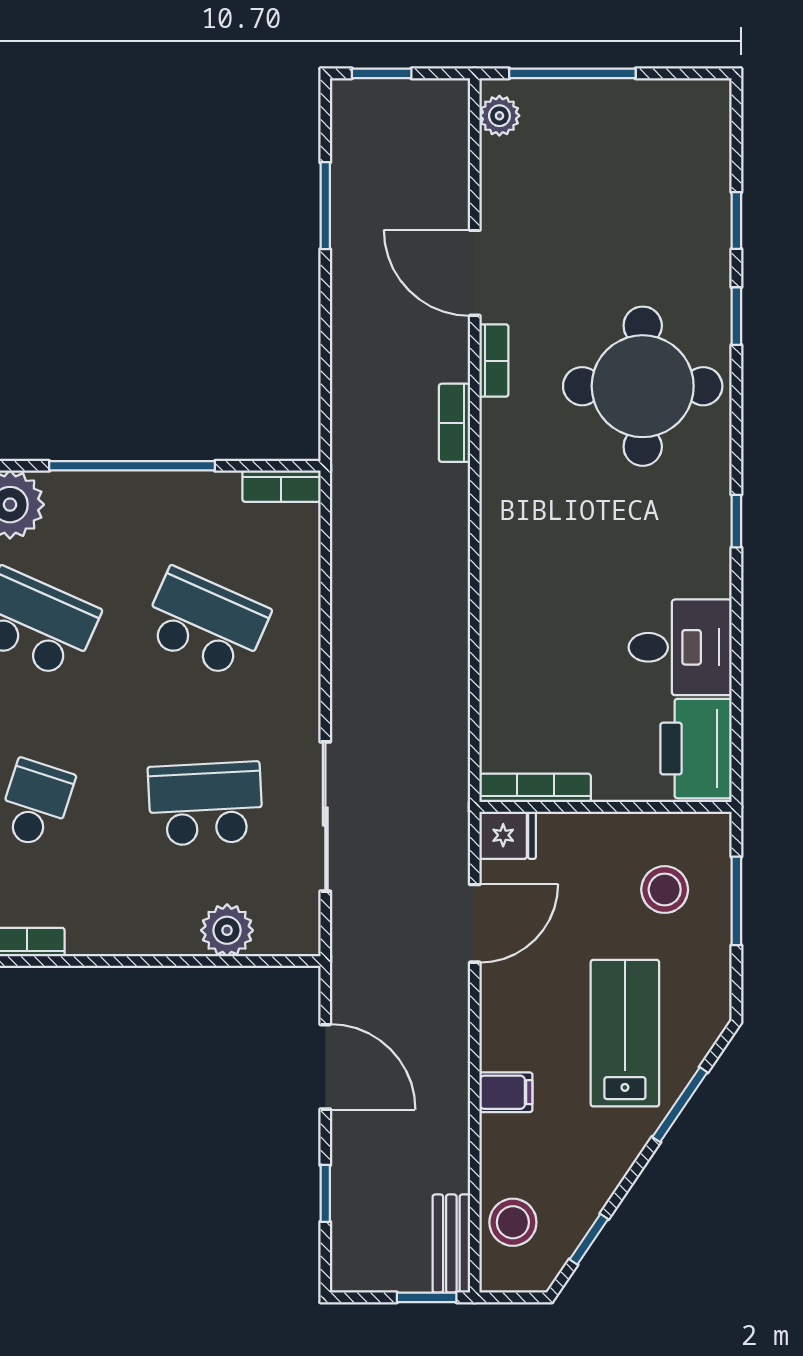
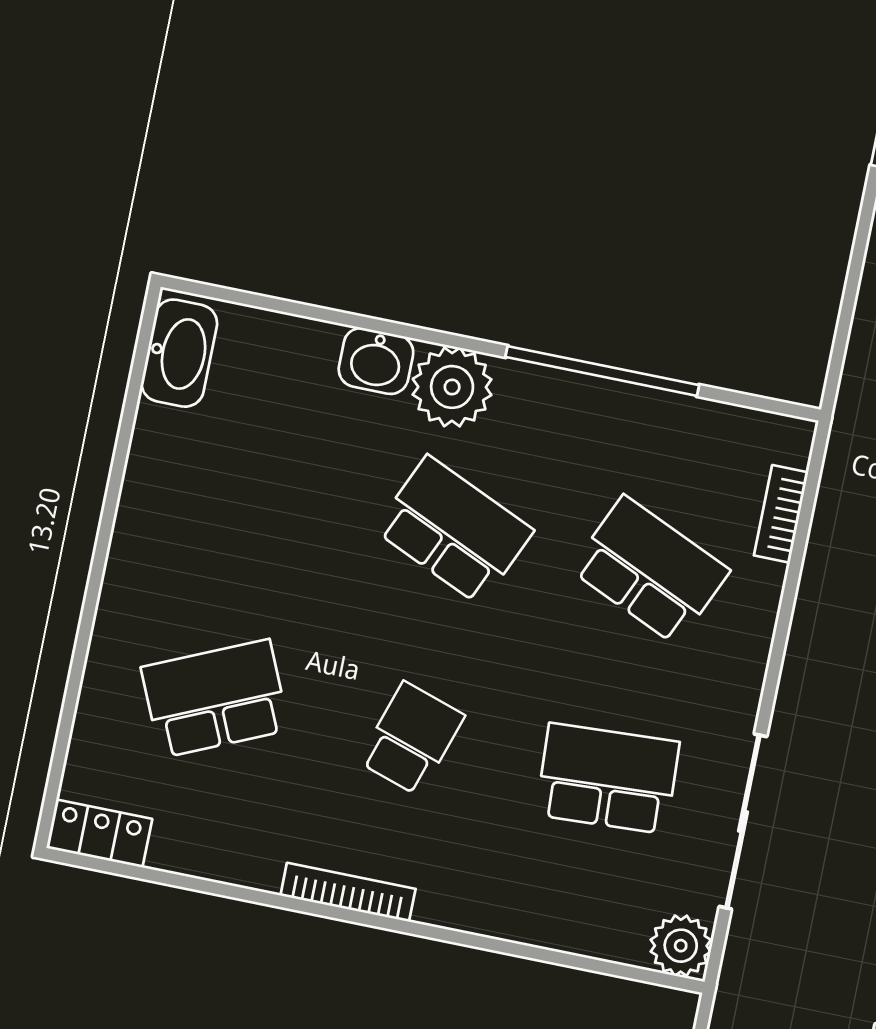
bookcase: (281, 486) -> (781, 514), moved, turned 90
plant: (227, 930) -> (681, 946), moved

